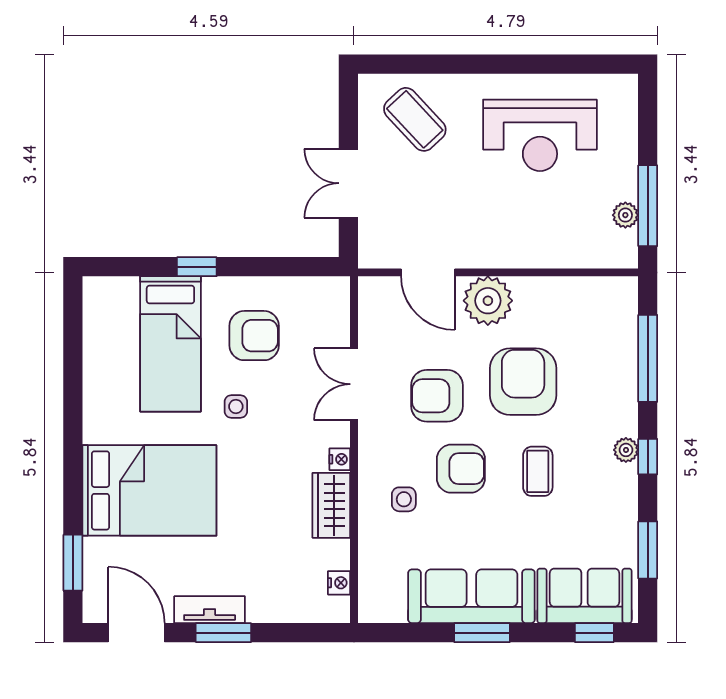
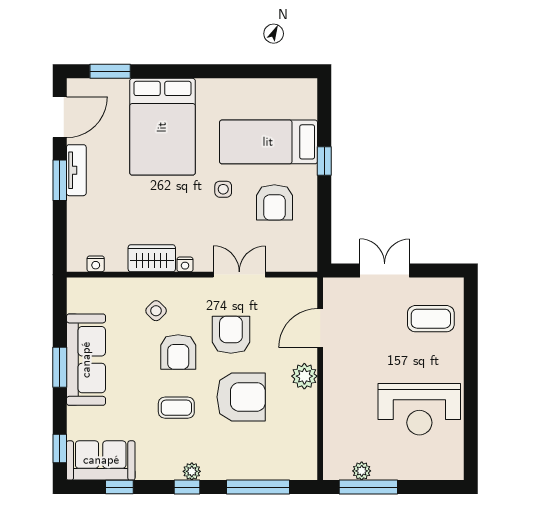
coffee table: (415, 119) -> (431, 319), turned 43
reception desk: (540, 135) -> (419, 409), turned -90
plant: (488, 301) -> (304, 376), width x0.73, depth x0.73
side table: (404, 499) -> (156, 311), turned 45
window: (648, 550) -> (119, 487), width x0.67
sofa: (584, 596) -> (101, 460), moved, turned -90

